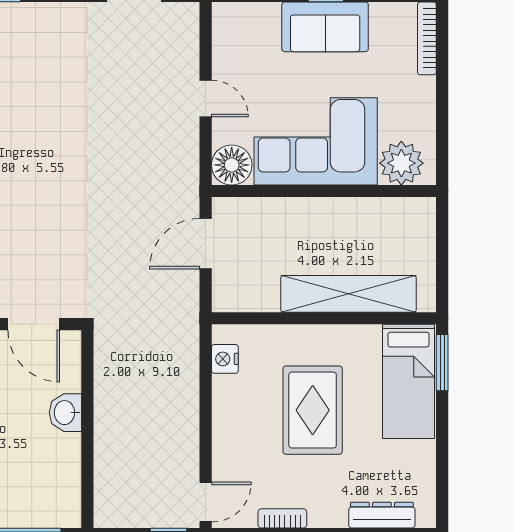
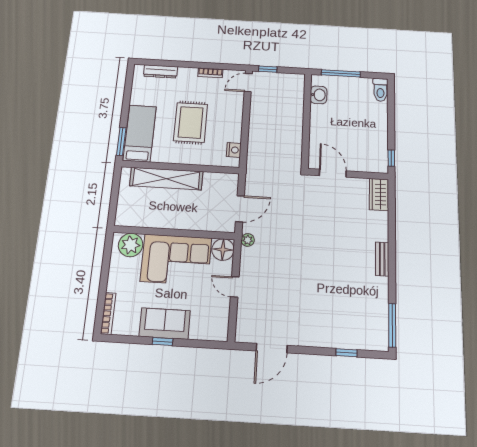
plant: (188, 186) -> (248, 240), added
washbasin: (65, 413) -> (319, 95), moved

